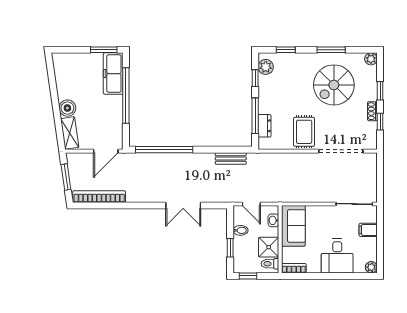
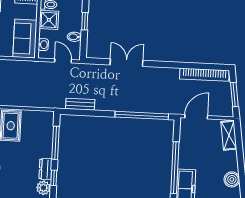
boiler: (67, 108) -> (232, 179), moved
dresser: (264, 126) -> (45, 169), moved

